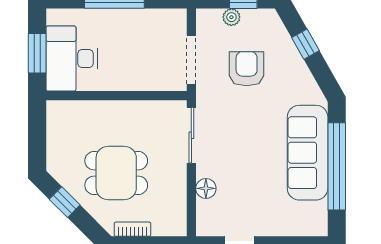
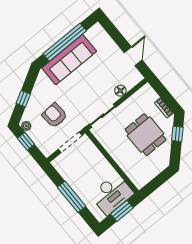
plant: (231, 17) -> (26, 126), moved
armchair: (247, 69) -> (55, 115), turned 86
window: (65, 202) -> (177, 134), moved

